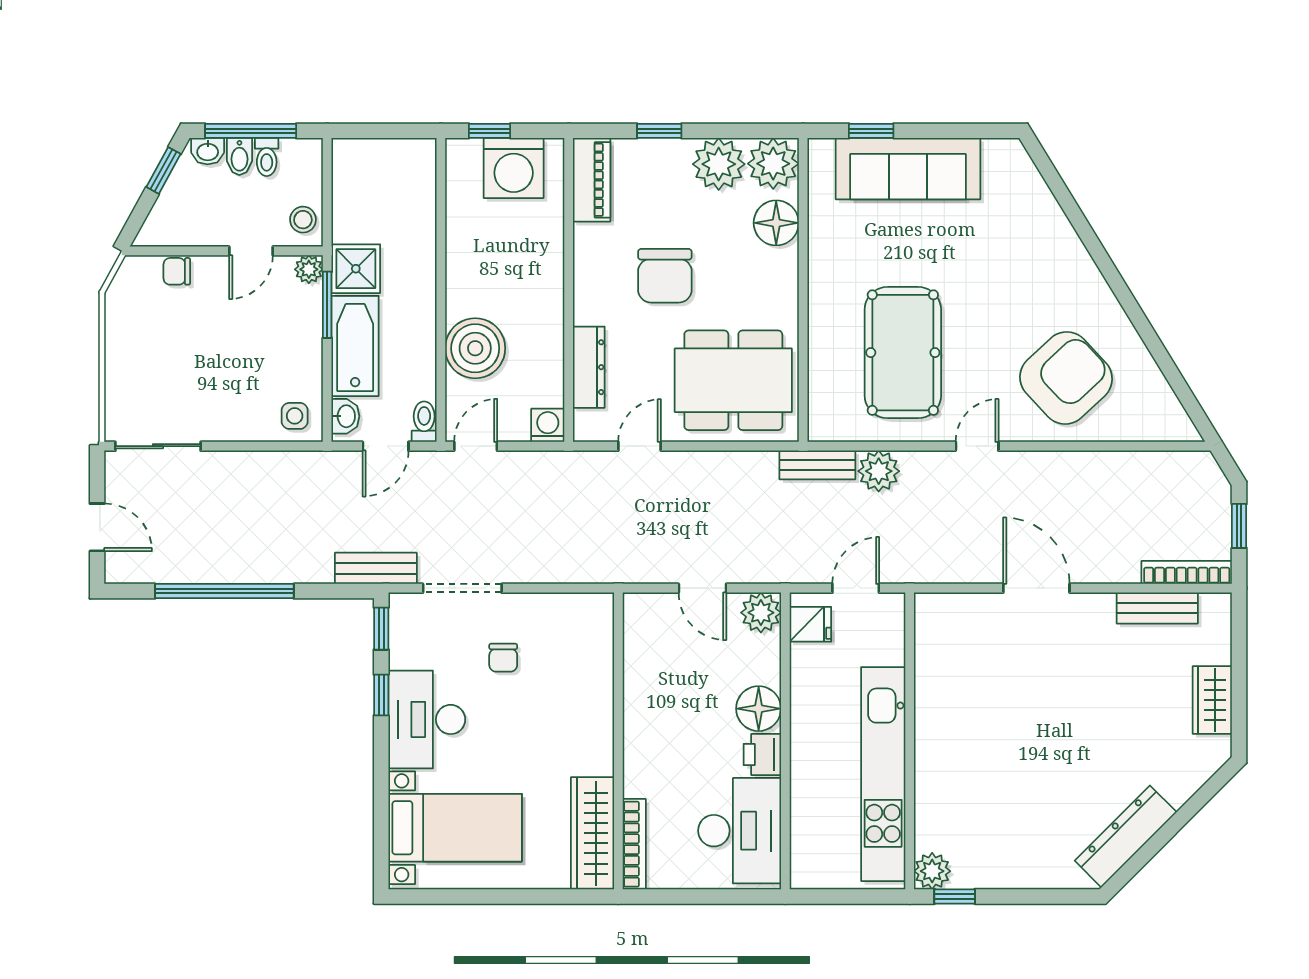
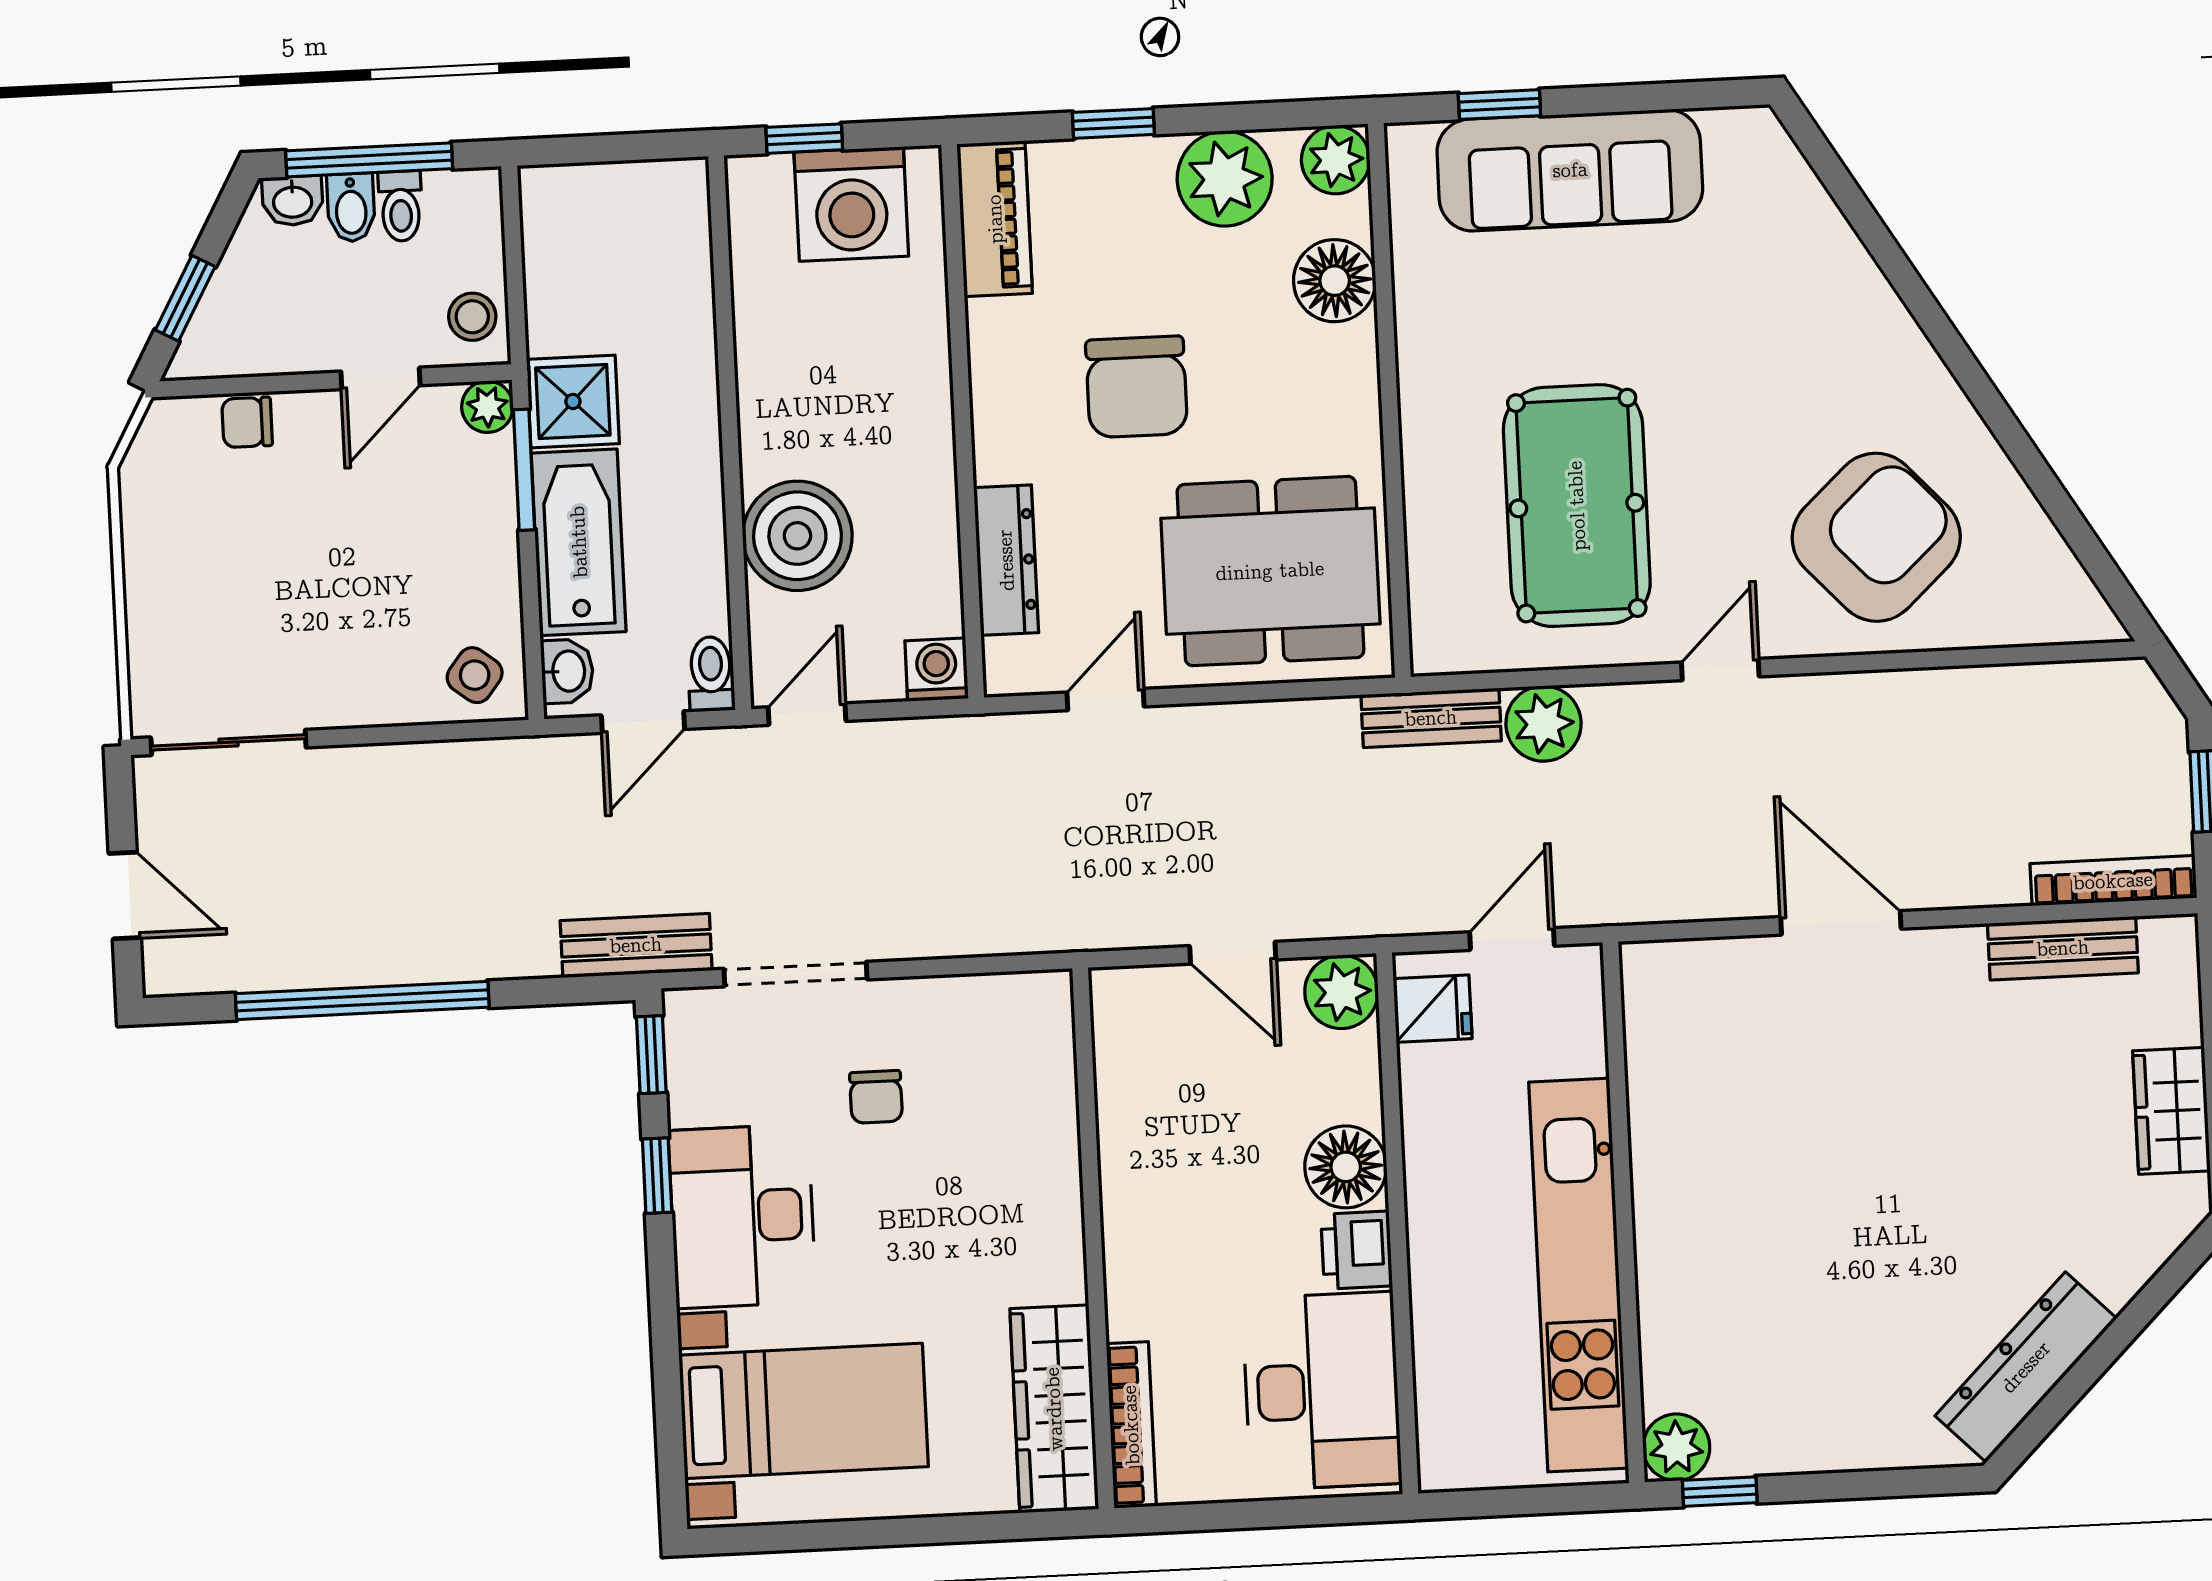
plant: (773, 164) -> (1336, 160), width x0.73, depth x0.73
window: (164, 170) -> (185, 298), moved
side table: (295, 416) -> (475, 675), turned 38

